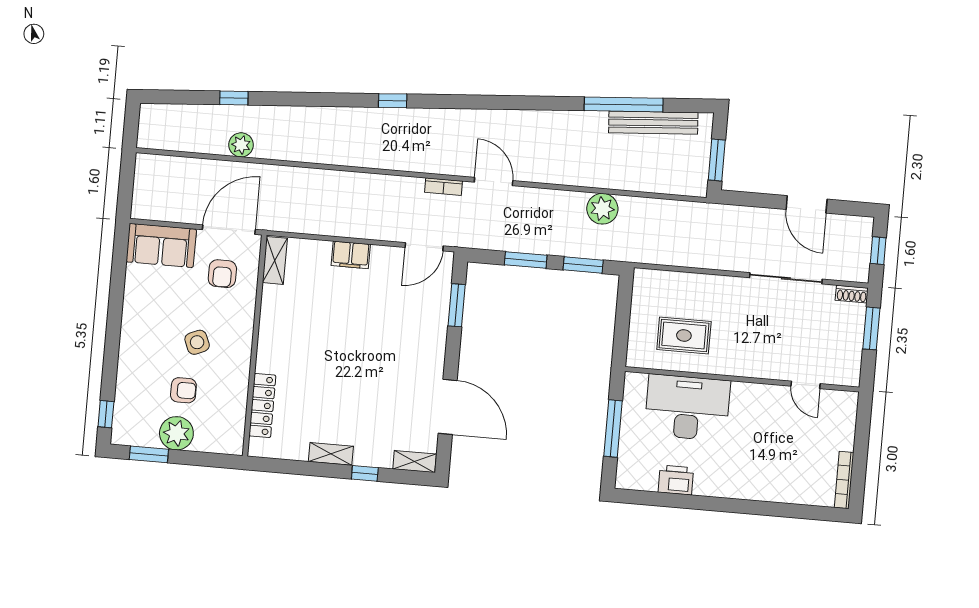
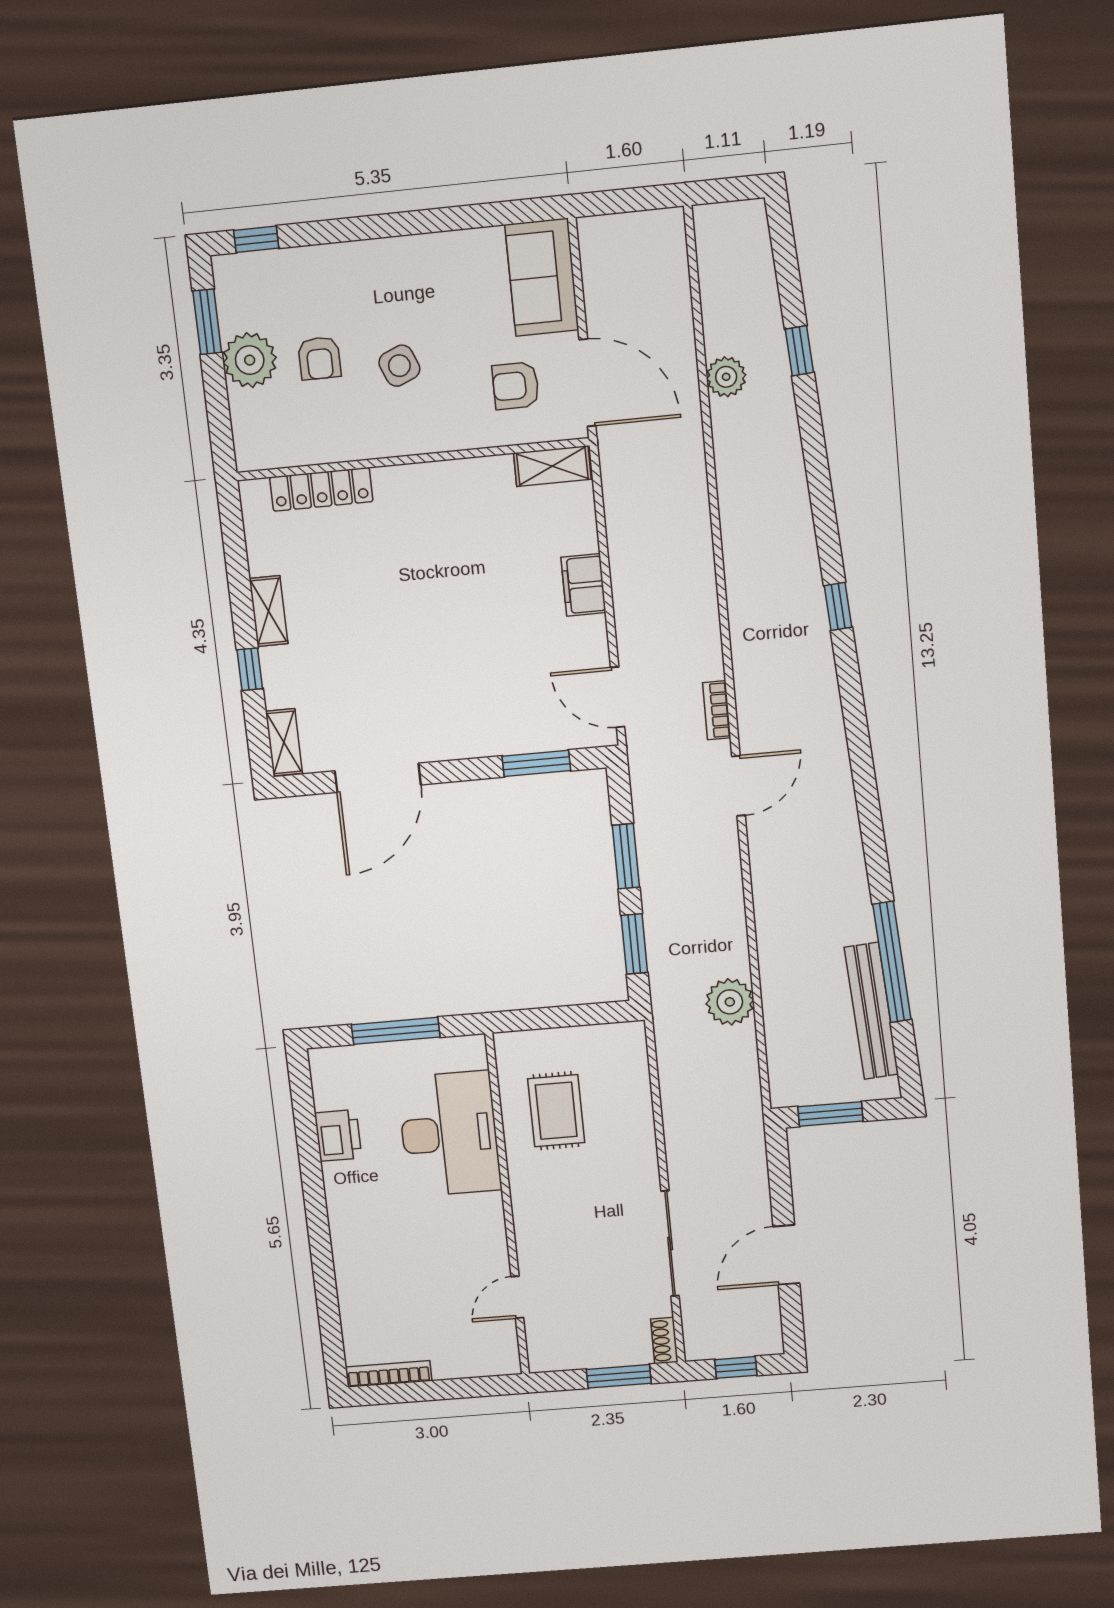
plant: (602, 209) -> (730, 1002), moved

